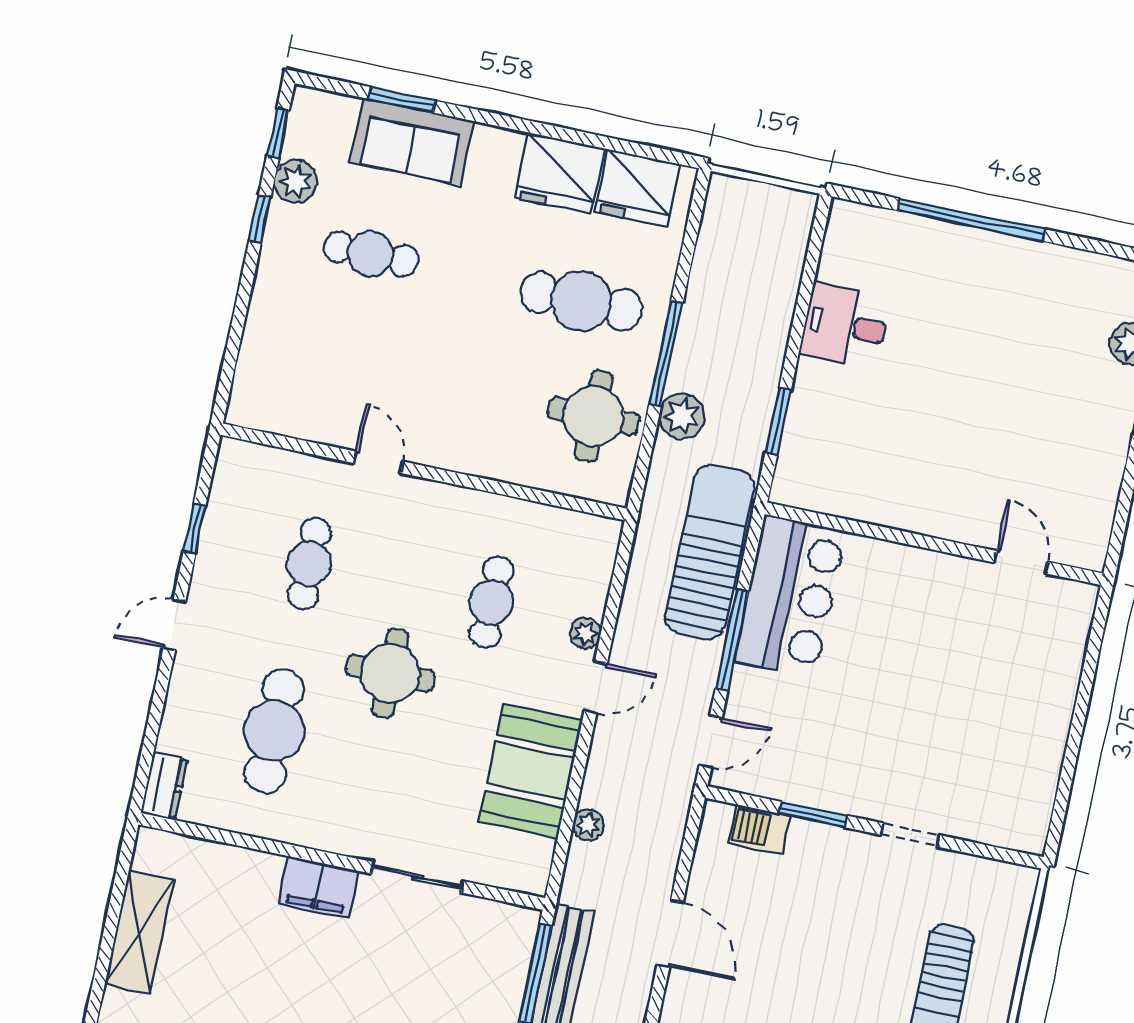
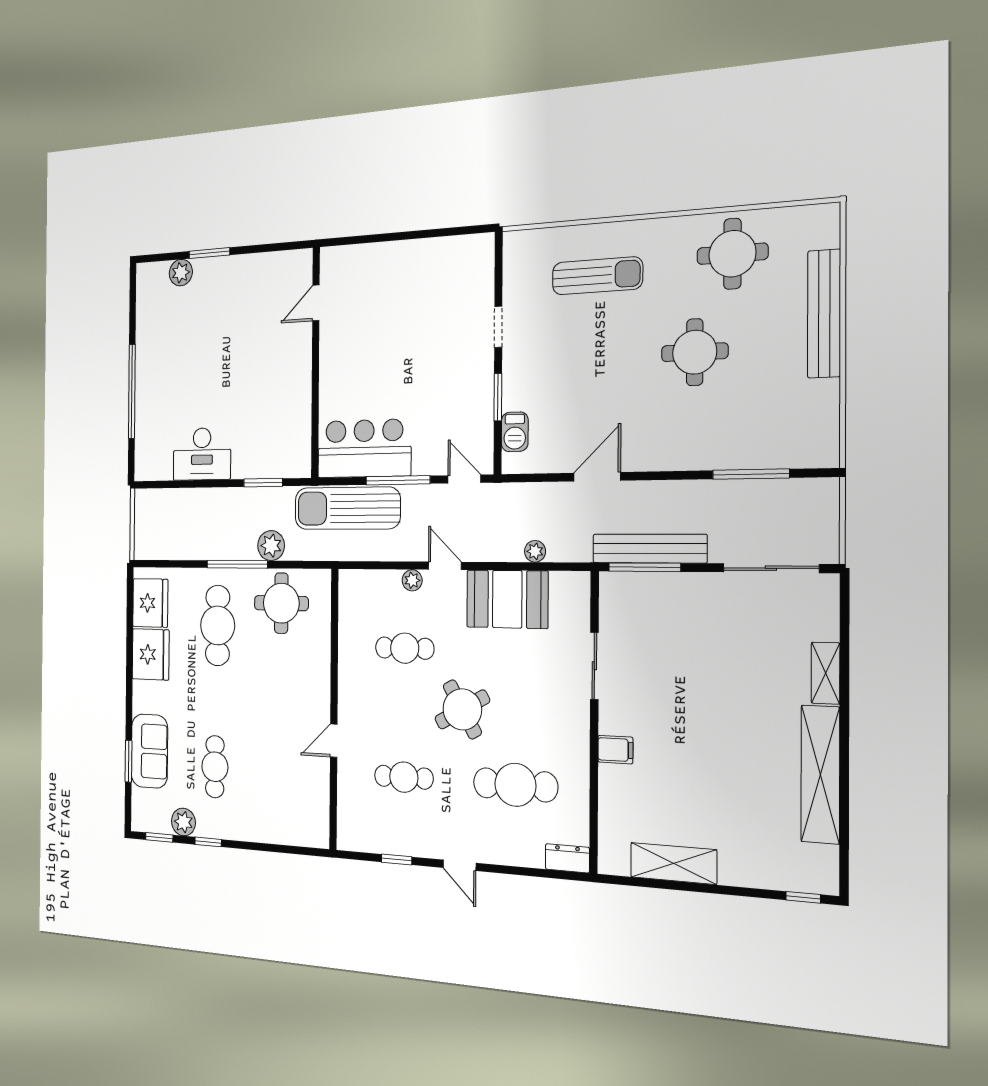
desk: (845, 325) -> (202, 454), width x1.37
round table: (390, 673) -> (462, 709), turned -30
filing cabinet: (318, 887) -> (615, 750), width x0.50

